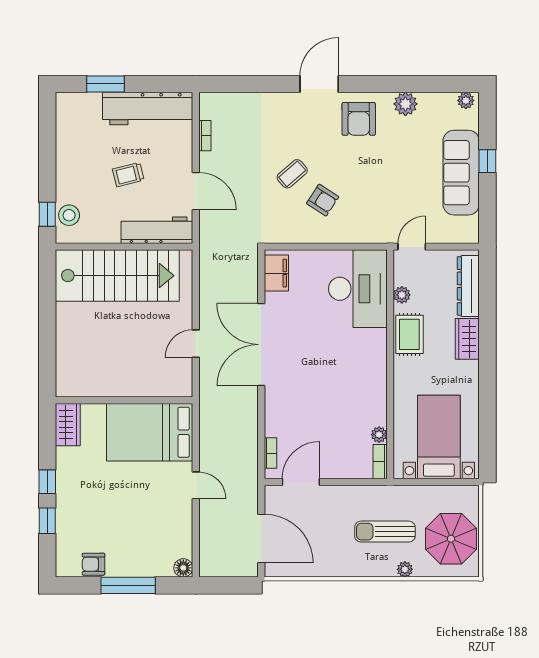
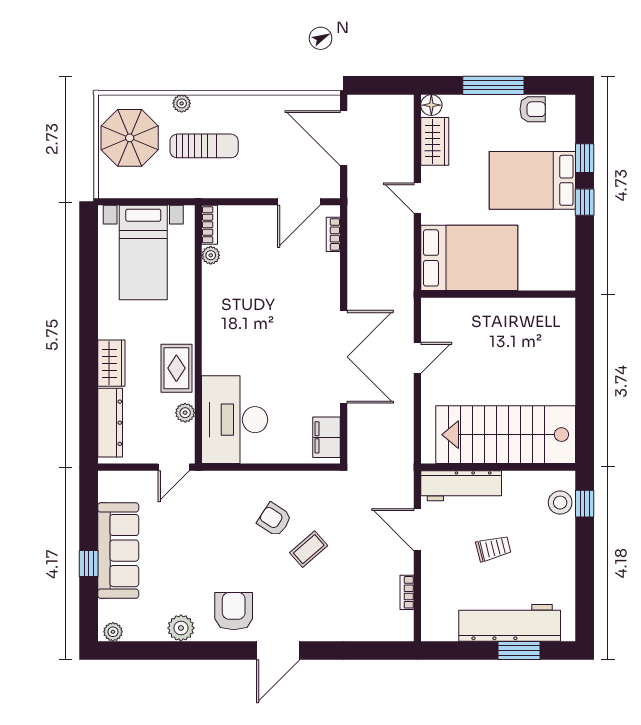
workbench: (148, 109) -> (510, 623), moved
wardrobe: (68, 425) -> (435, 141), moved, turned 180
bed: (94, 501) -> (532, 180), added

